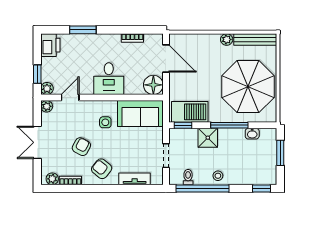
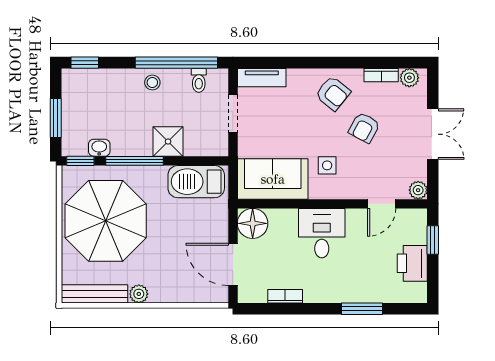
printer: (50, 45) -> (412, 263), moved
plant: (47, 88) -> (418, 218), removed
window: (183, 125) -> (80, 161), moved
tv unit: (135, 179) -> (262, 78), moved

